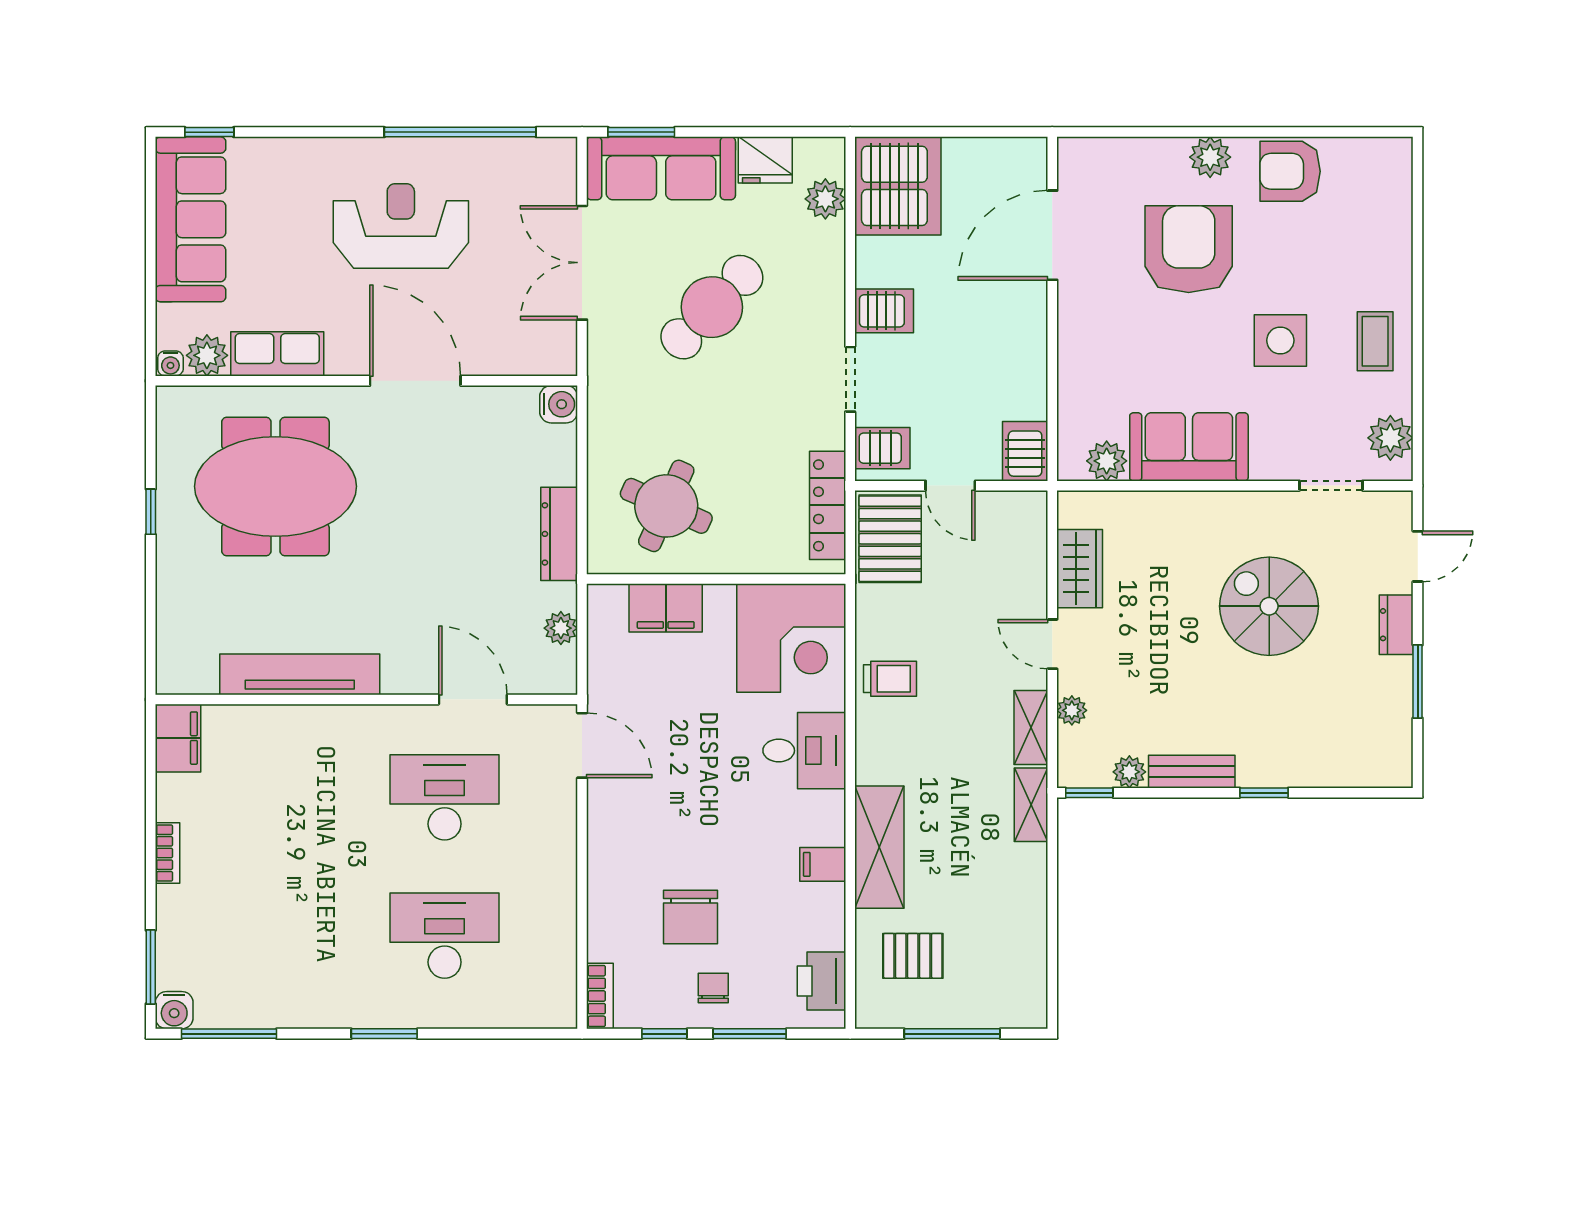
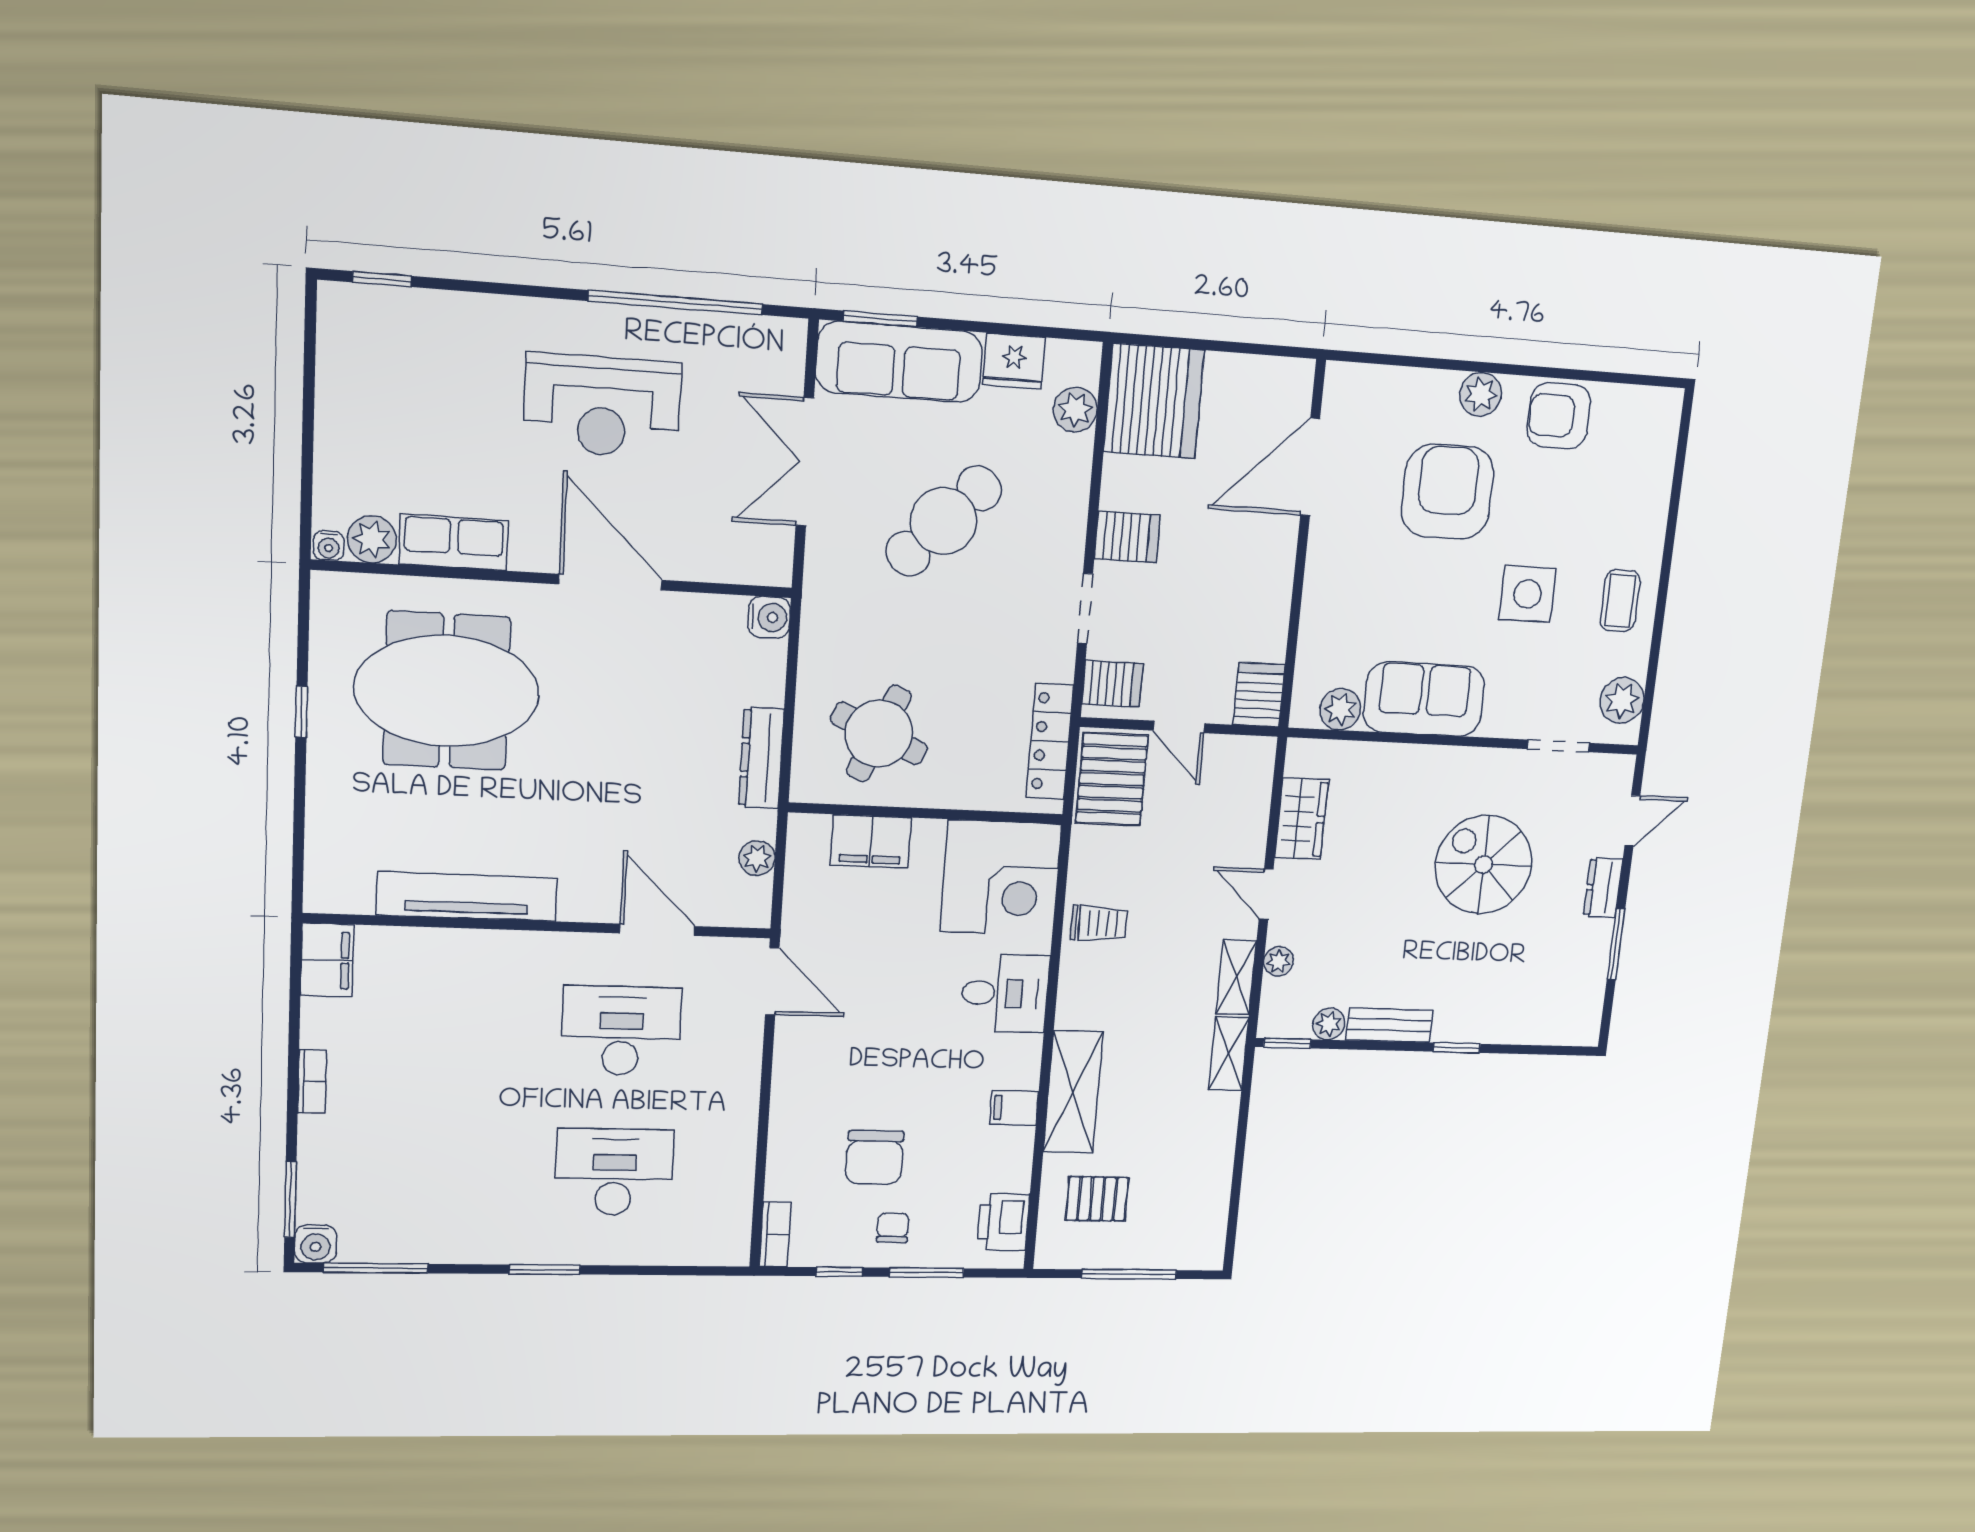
sofa: (190, 219) -> (357, 380), removed
reception desk: (401, 226) -> (602, 406), turned 180

